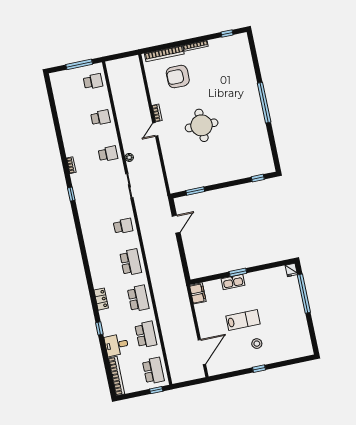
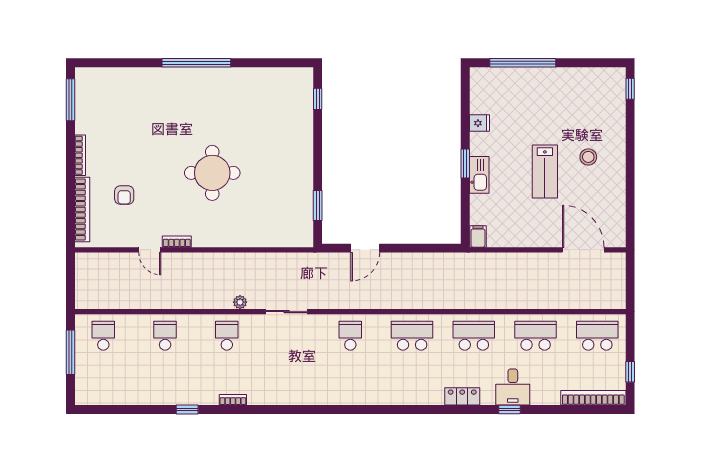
window: (227, 33) -> (71, 100), width x2.17
armchair: (178, 77) -> (124, 195), width x0.53, depth x0.53
door: (155, 129) -> (150, 250), moved
window: (71, 194) -> (187, 409), moved
door: (176, 224) -> (365, 248), swing flipped
fridge: (291, 270) -> (480, 123), moved
filing cabinet: (198, 293) -> (478, 237), width x0.50
lab bench: (243, 320) -> (545, 172), turned 180
desk: (117, 345) -> (513, 387), moved
window: (259, 369) -> (630, 89), moved
window: (156, 390) -> (630, 372), moved

